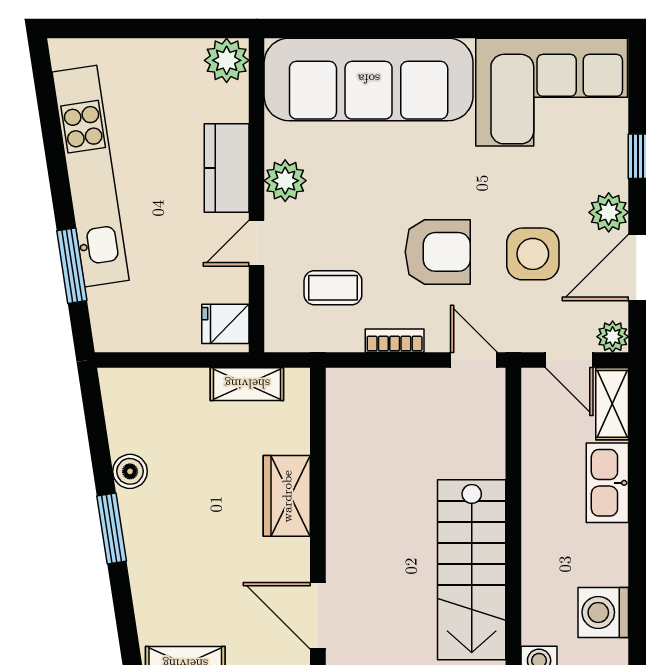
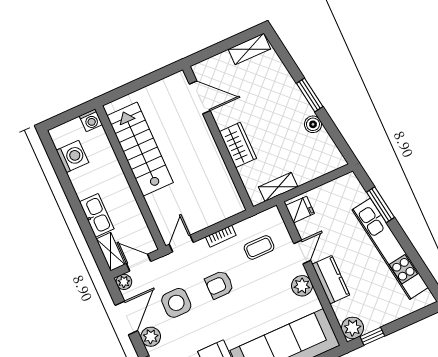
window: (197, 28) -> (372, 336), added
armchair: (438, 252) -> (219, 285), width x0.72, depth x0.72
door: (474, 360) -> (181, 243), swing flipped

